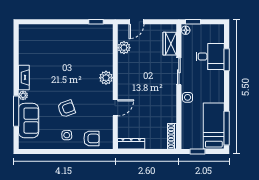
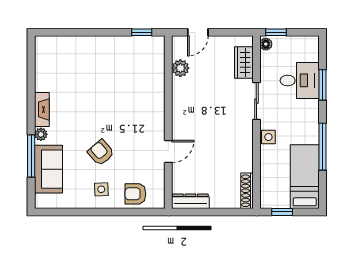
plant: (106, 78) -> (156, 110), removed
armchair: (66, 109) -> (101, 153), turned -111
window: (227, 128) -> (323, 147), moved
armchair: (91, 138) -> (135, 194), turned 180

